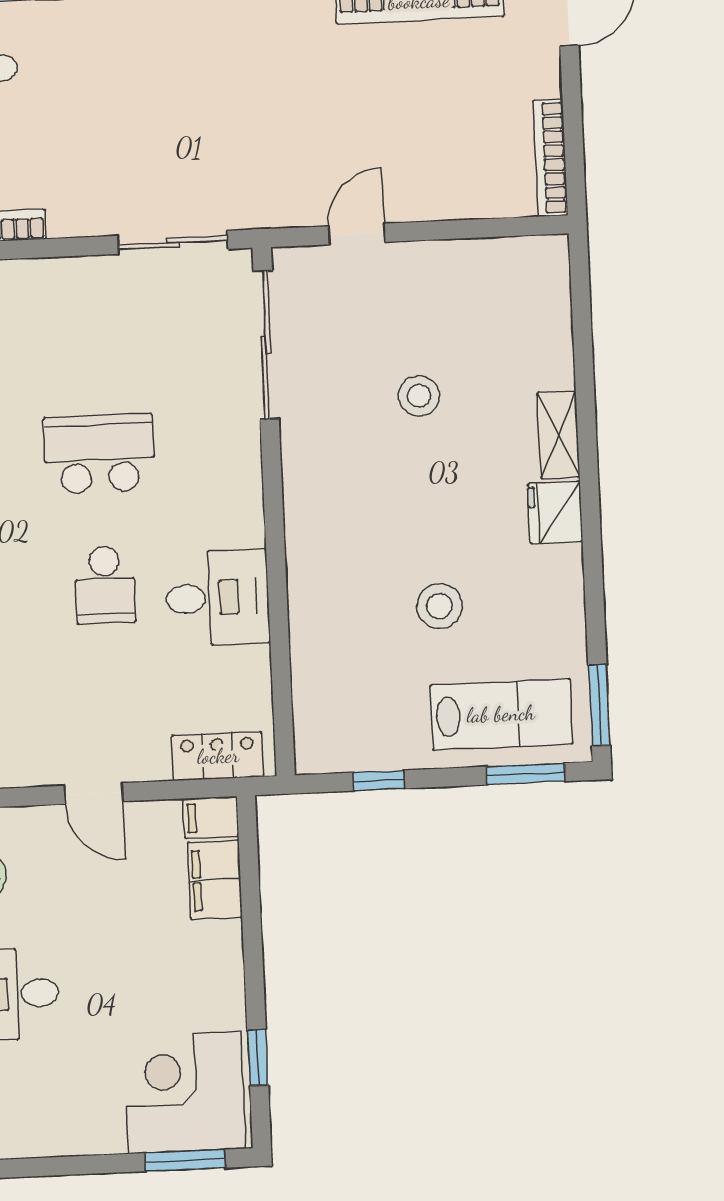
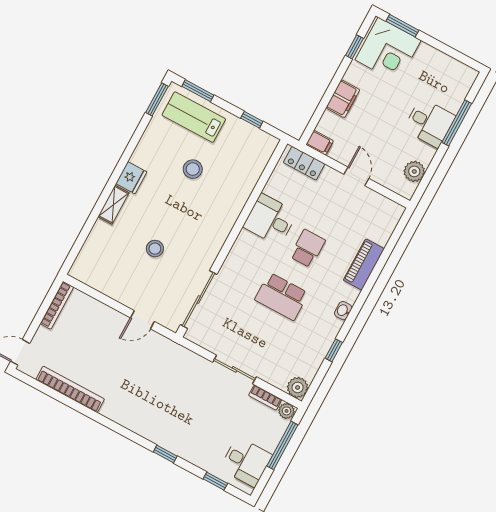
sliding door: (173, 242) -> (234, 369), moved
filing cabinet: (215, 880) -> (343, 99), moved

